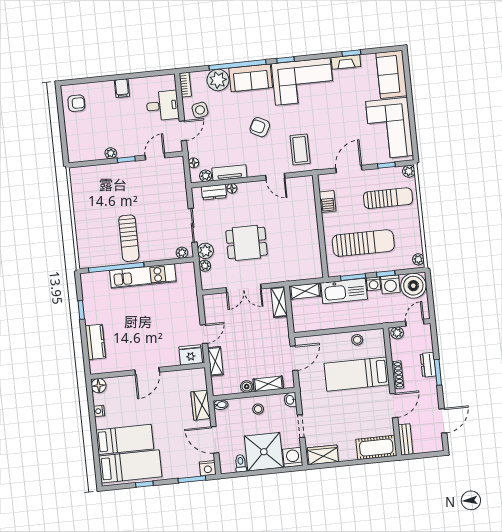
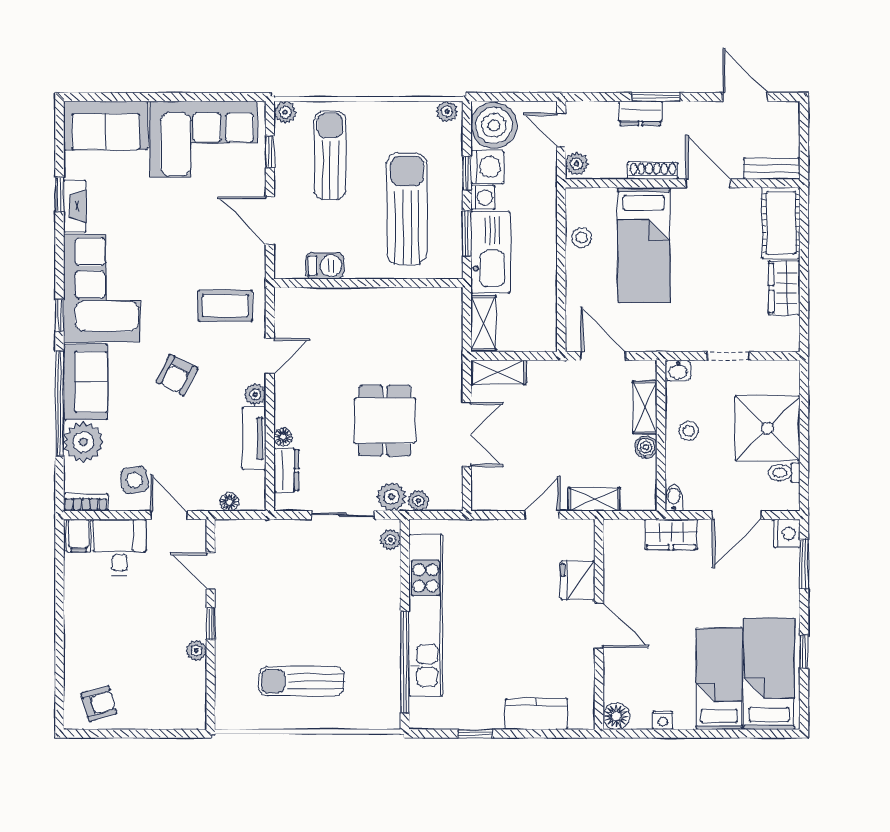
filing cabinet: (122, 88) -> (79, 536), moved, turned 90
armchair: (76, 103) -> (99, 704), turned 74
plant: (206, 176) -> (255, 394), moved
sun lounger: (129, 238) -> (302, 681), moved, turned 180
kitchen unit: (143, 276) -> (426, 615), width x1.36
door: (204, 334) -> (542, 515), hinge flipped
fridge: (191, 355) -> (578, 580), moved
wardrobe: (323, 455) -> (784, 288), moved
washing machine: (293, 457) -> (783, 377), removed

